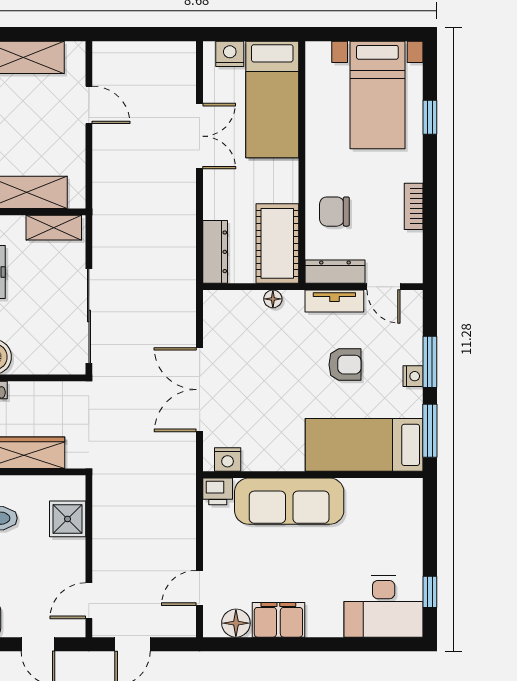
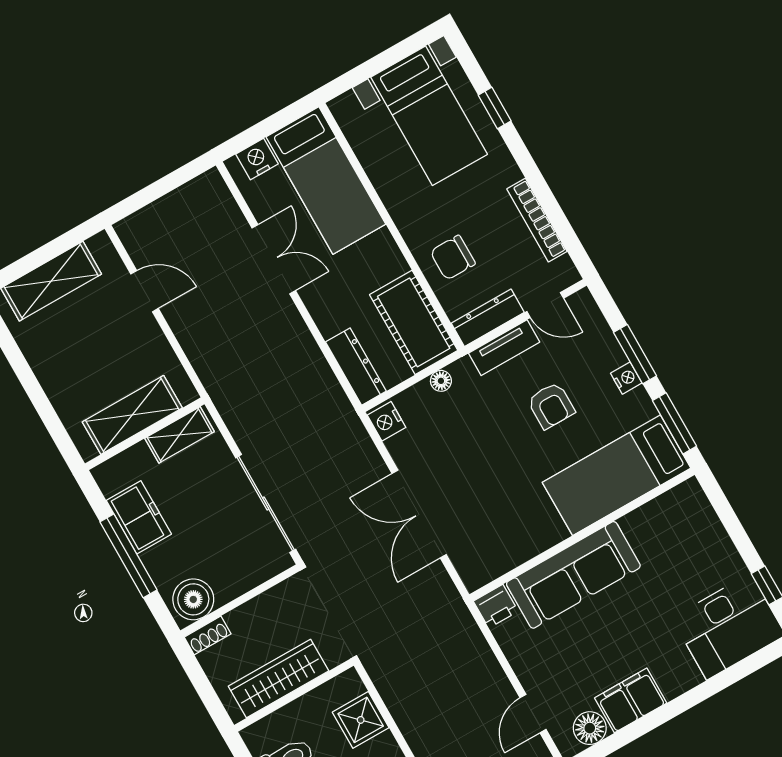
bookcase: (414, 206) -> (537, 220), width x1.56
armchair: (345, 365) -> (551, 406), turned 90
nightstand: (228, 459) -> (387, 421), moved, turned 90

